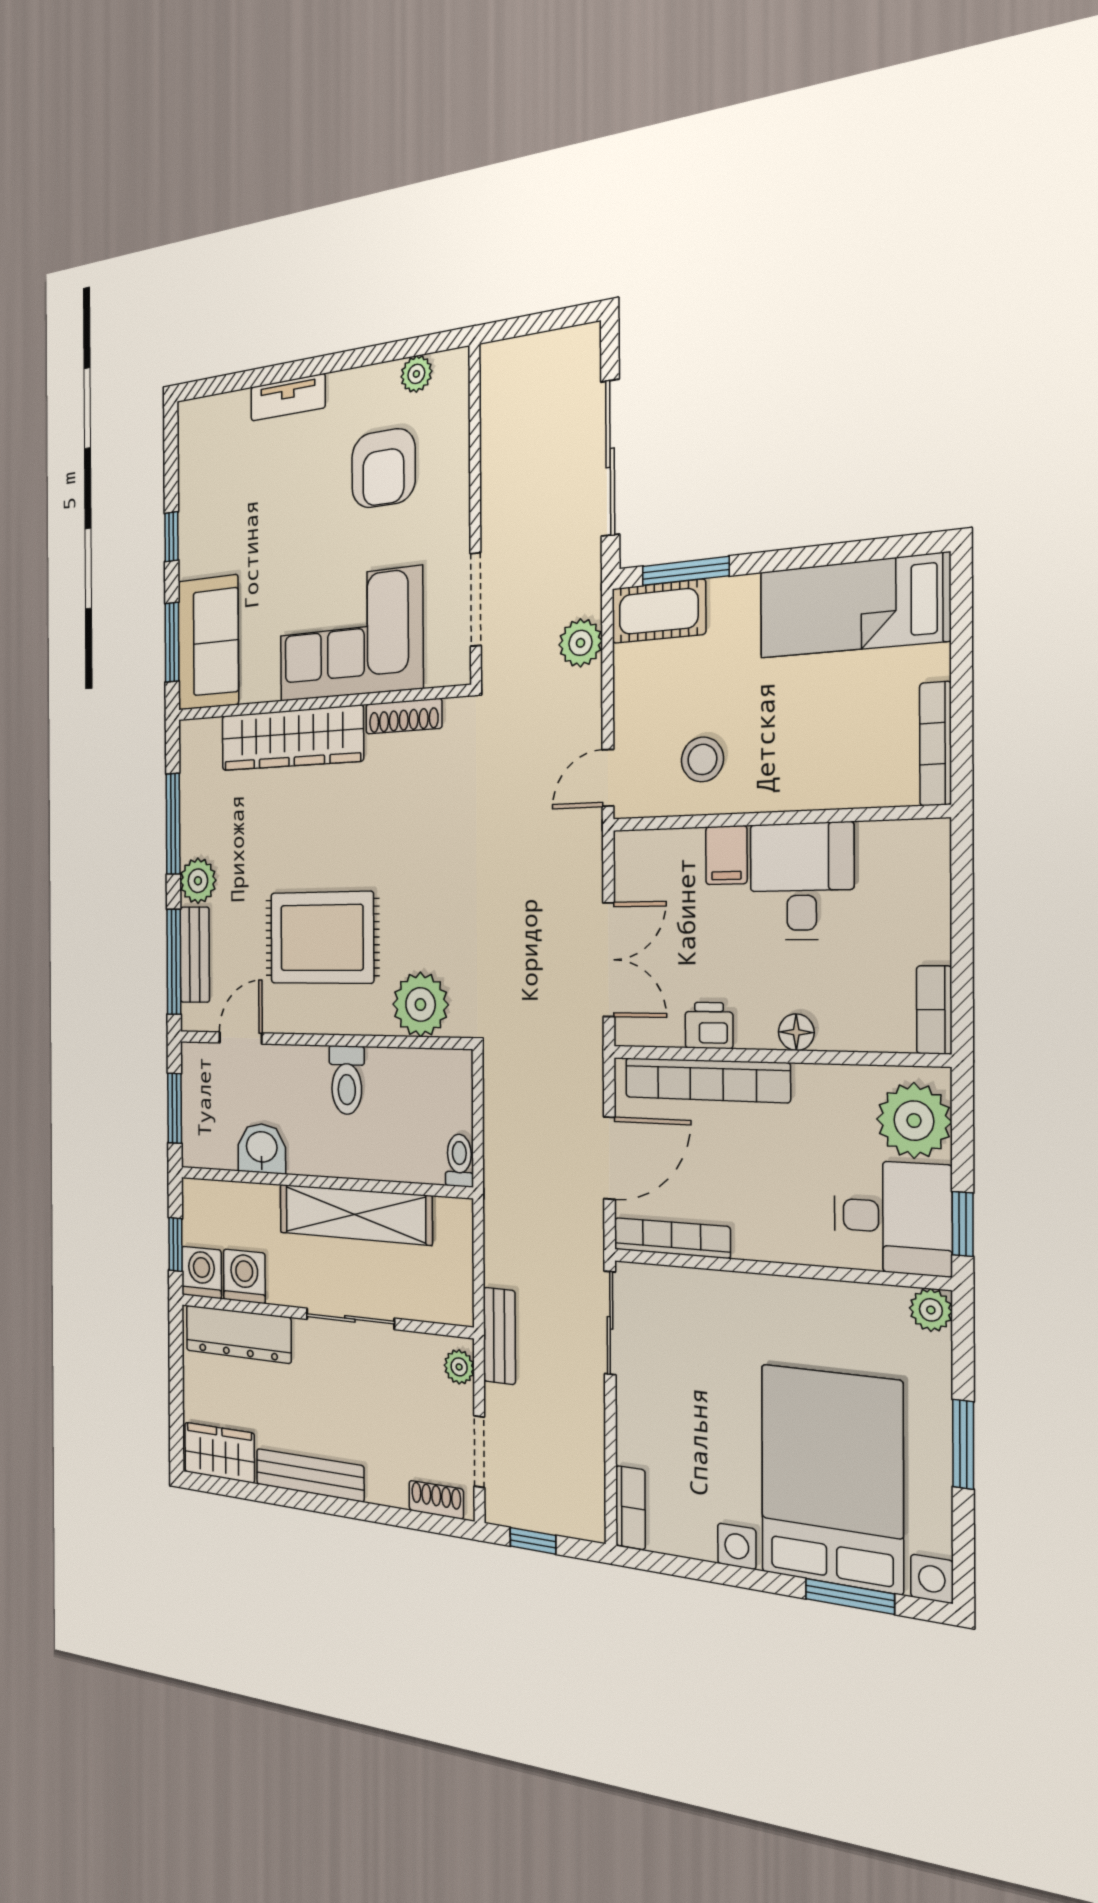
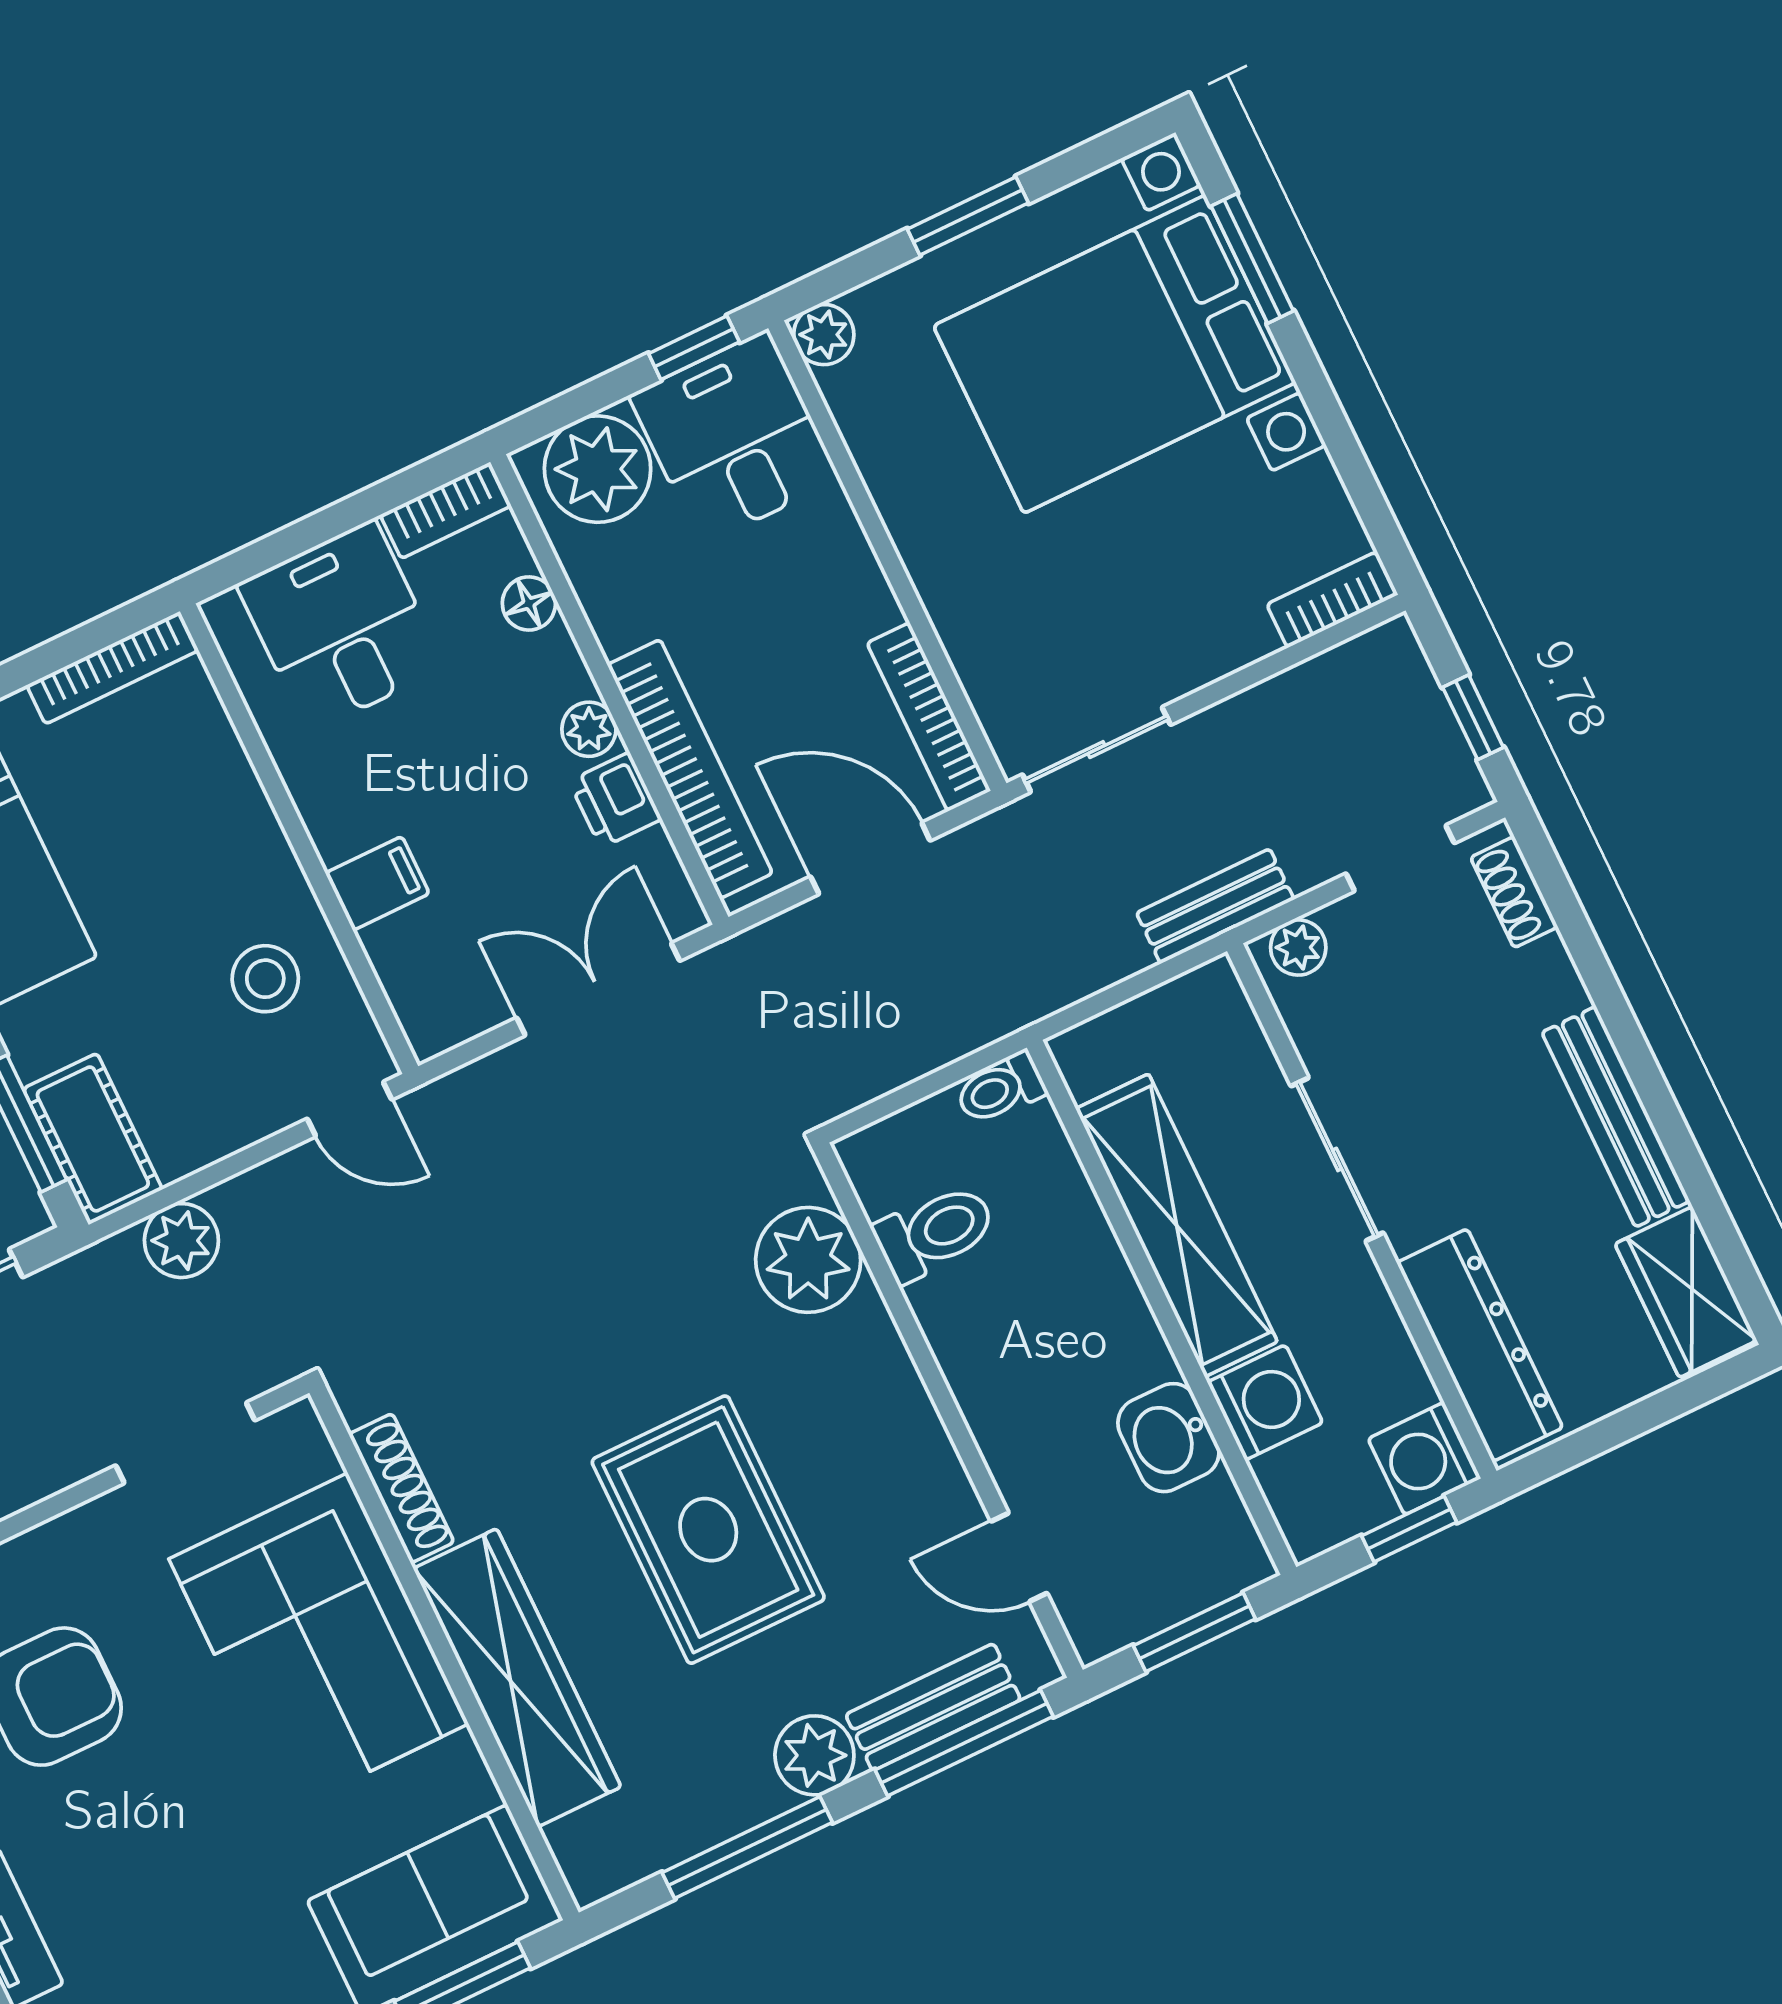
desk: (802, 881) -> (341, 626), moved, turned 90
rug: (322, 938) -> (708, 1530), moved
plant: (757, 1031) -> (589, 729), added
floor lamp: (796, 1032) -> (529, 603), moved
toilet: (347, 1080) -> (935, 1232), moved
washing machine: (244, 1276) -> (1265, 1402), moved, turned 180

